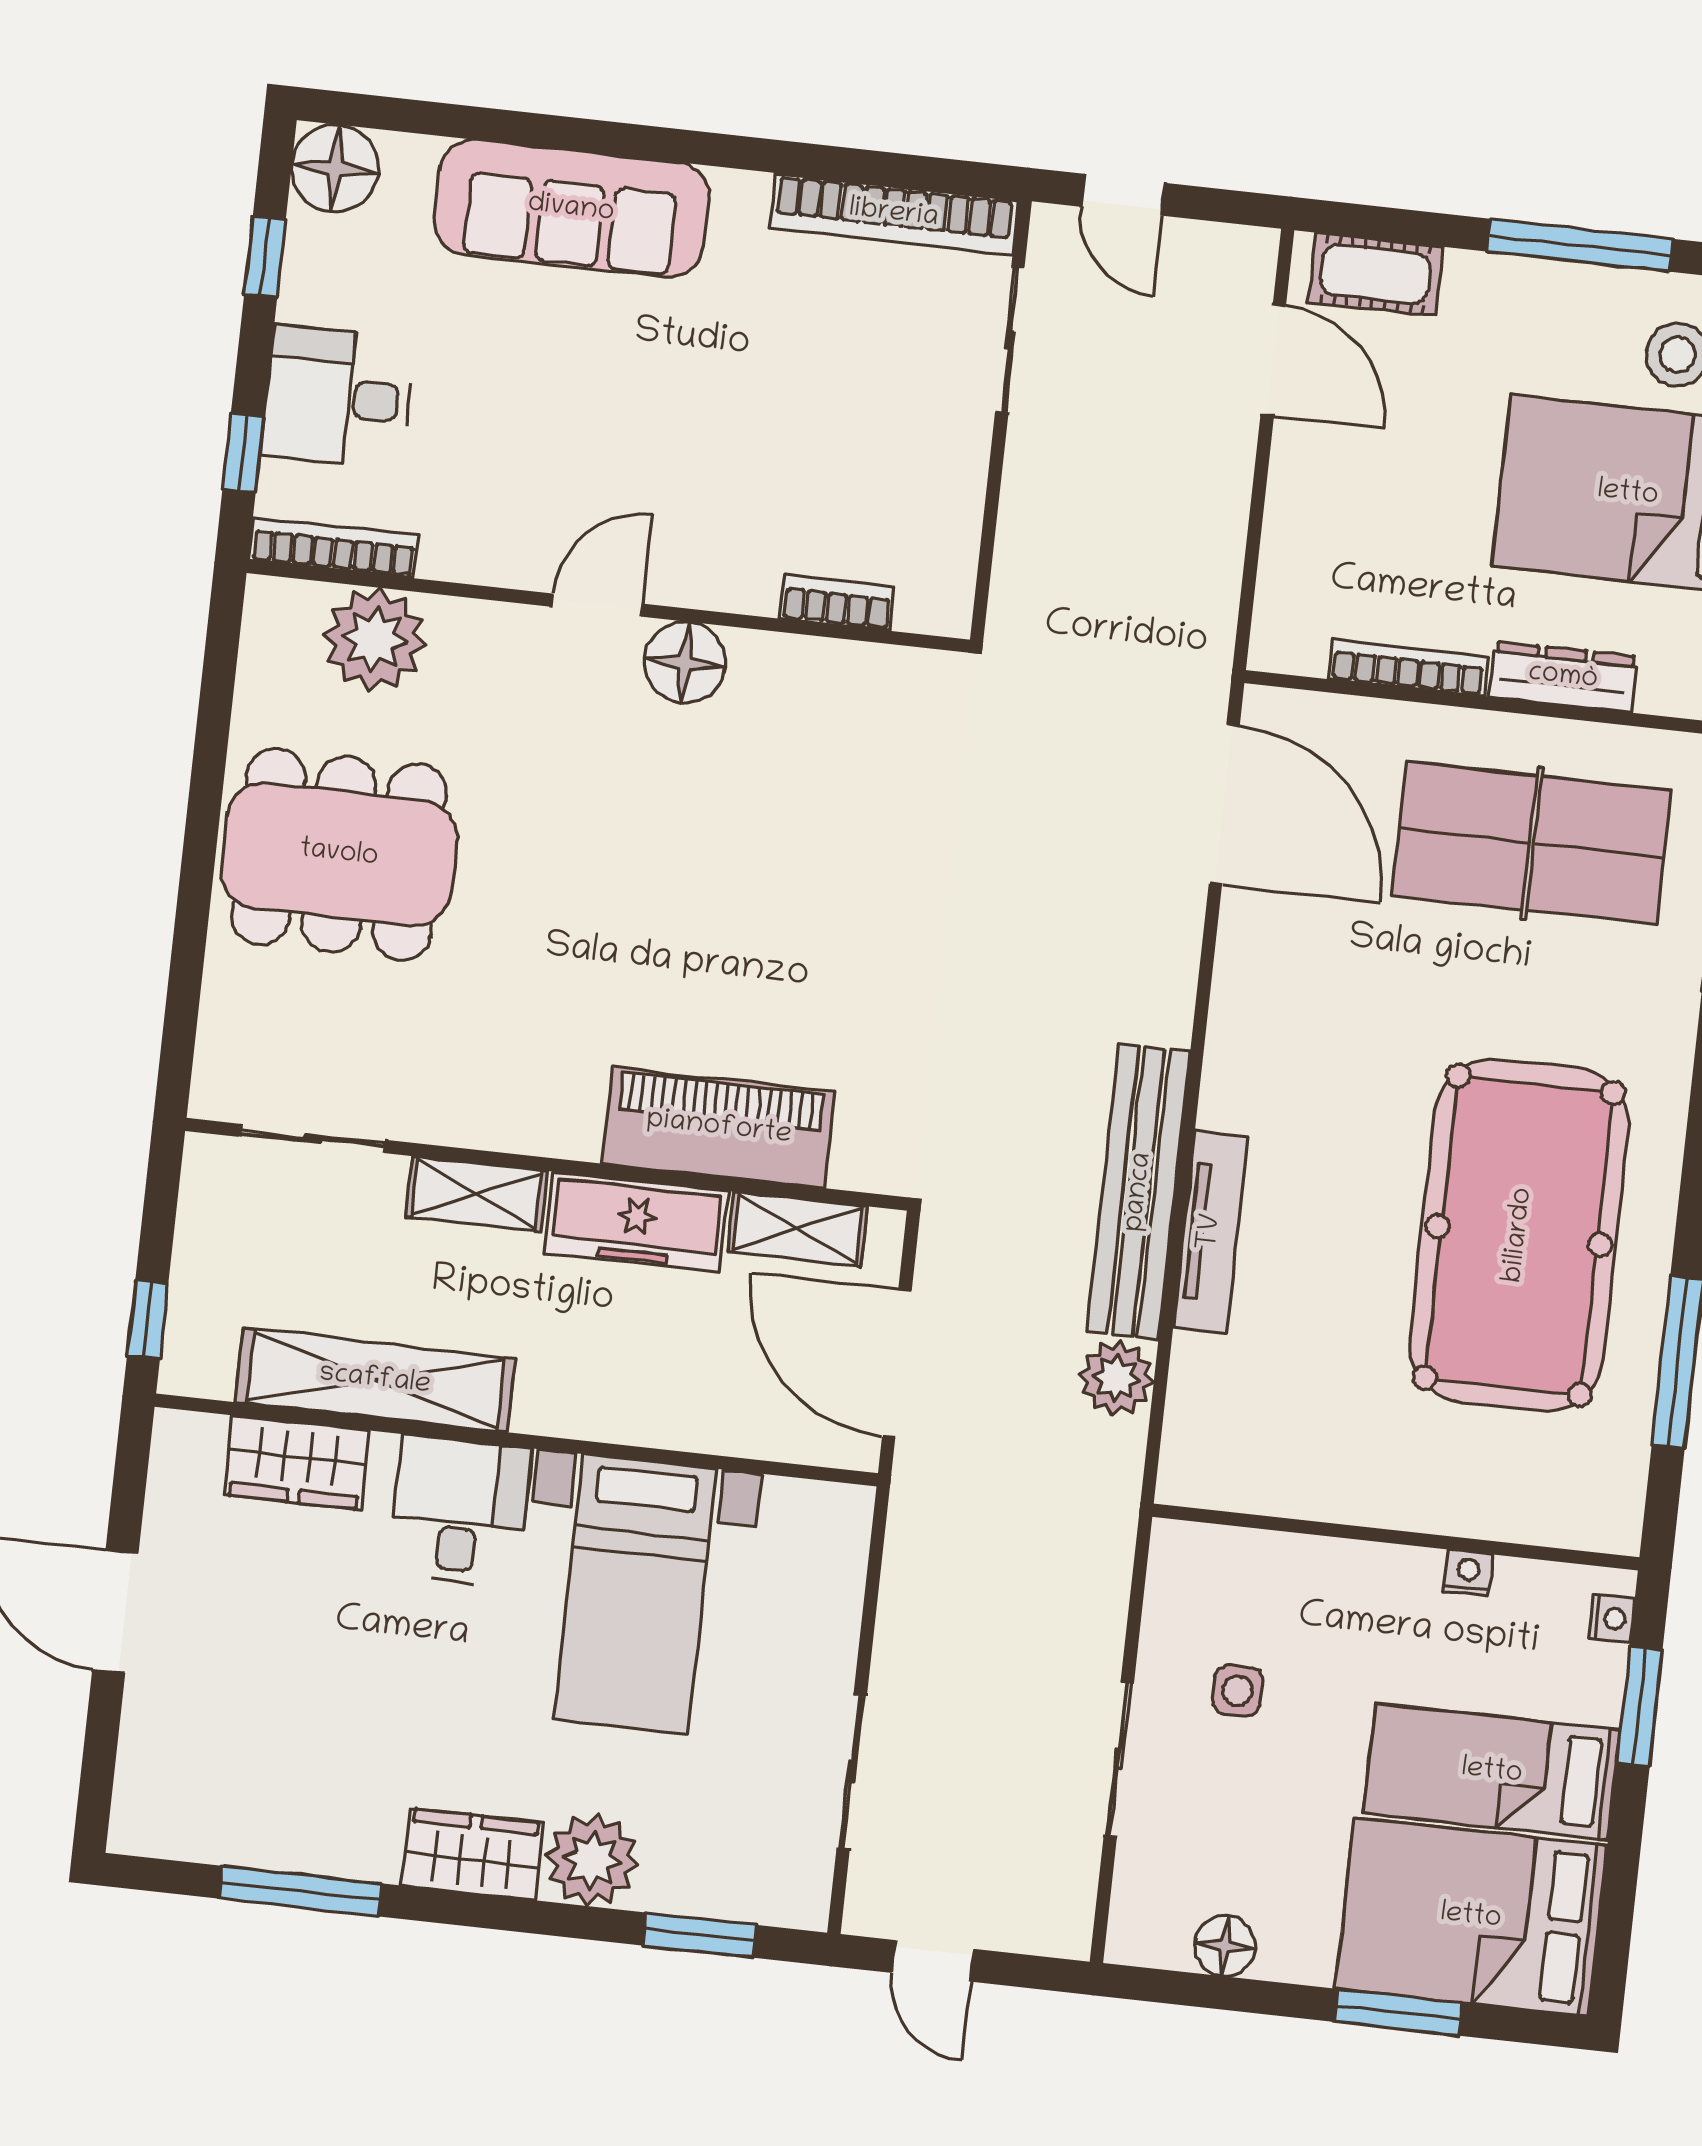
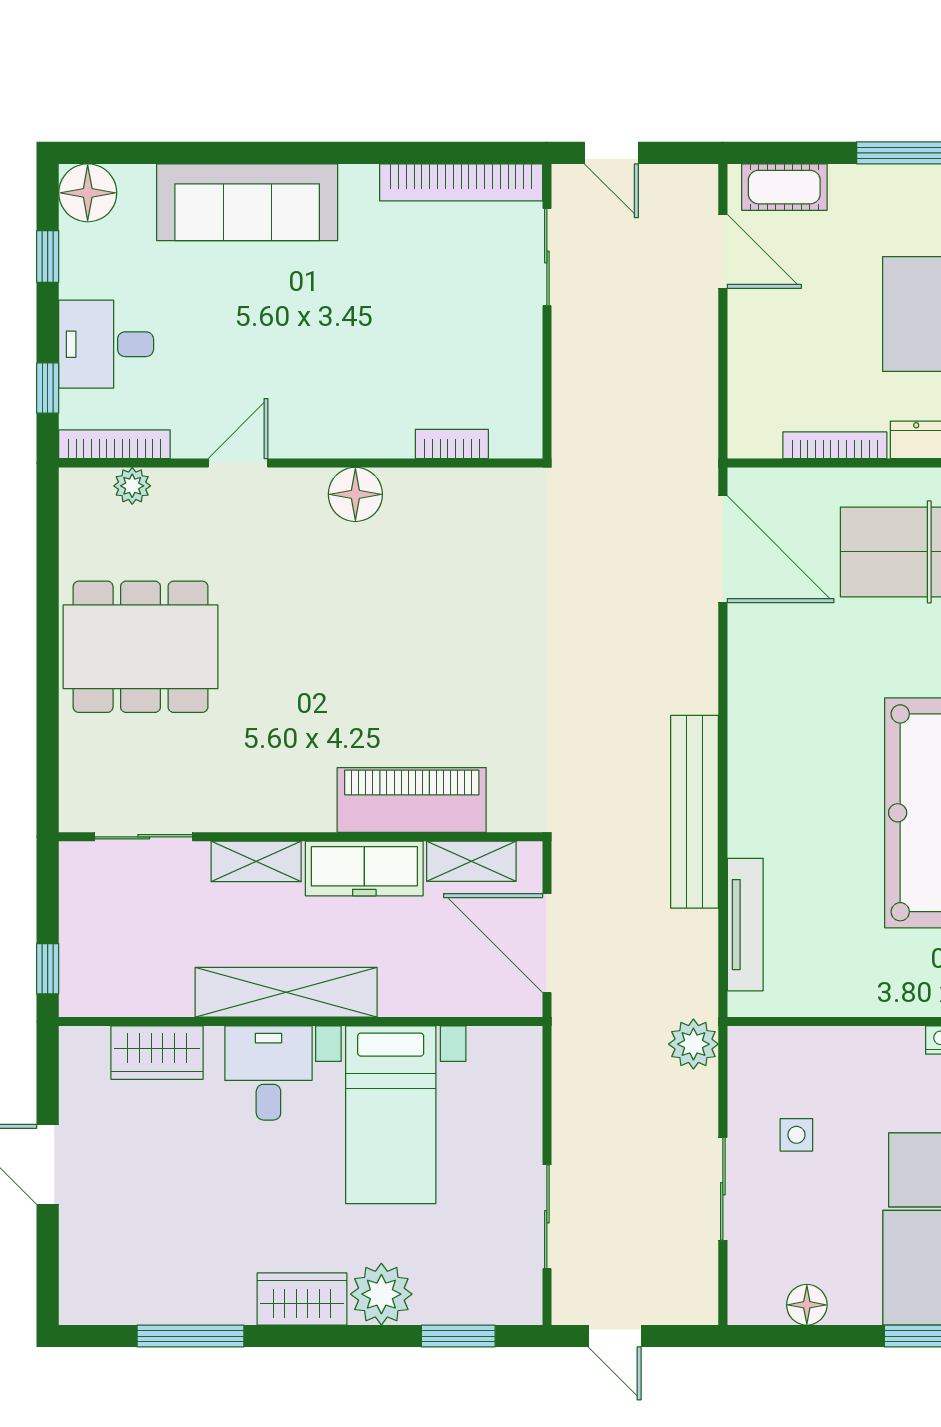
door: (597, 605) -> (238, 463), moved
plant: (375, 639) -> (132, 486), width x0.53, depth x0.53
tv unit: (1211, 1232) -> (745, 925), moved
plant: (1116, 1378) -> (693, 1044), moved
shelving: (375, 1380) -> (286, 992), moved

